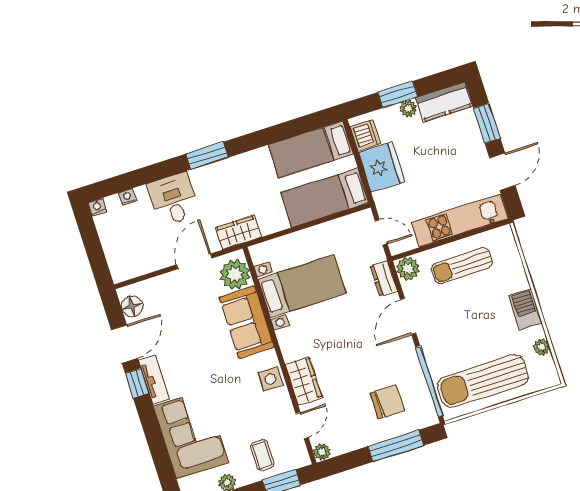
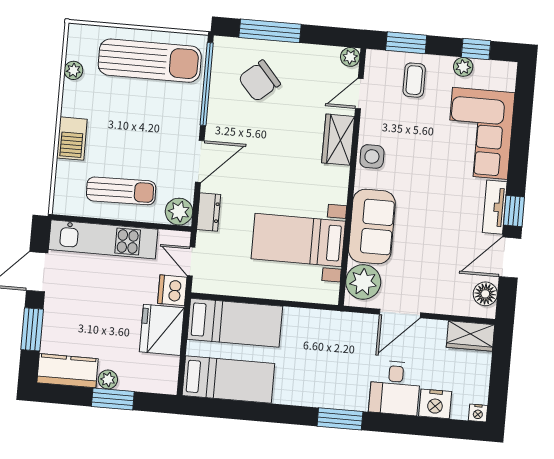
dishwasher: (365, 135) -> (172, 290), moved
nightstand: (127, 197) -> (435, 404), width x1.89, depth x1.79
wardrobe: (238, 232) -> (470, 336), moved
barbecue: (525, 309) -> (72, 139), moved
chair: (387, 402) -> (259, 81), turned -41

